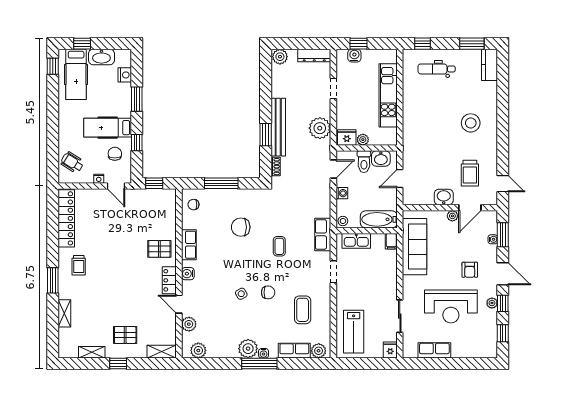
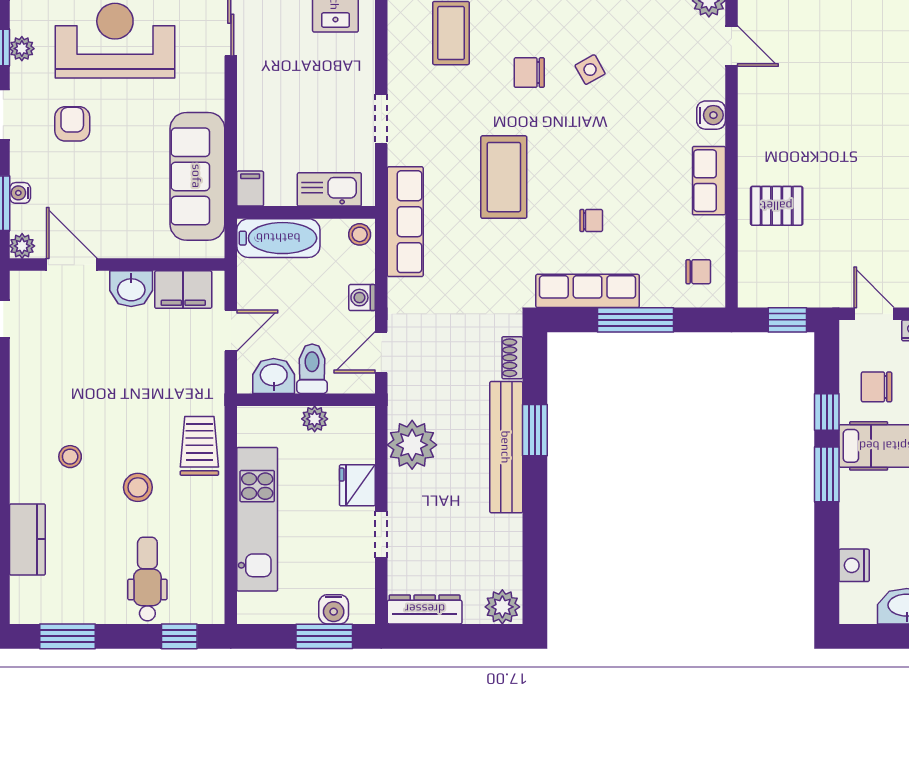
window: (359, 44) -> (324, 636), width x1.50
kitchen counter: (490, 65) -> (27, 539), moved
dental chair: (437, 69) -> (147, 579), turned -90
window: (137, 99) -> (827, 474), moved
stool: (441, 109) -> (138, 487), added
stool: (471, 123) -> (70, 457), width x0.53, depth x0.53
fridge: (347, 137) -> (357, 485), moved, turned 90
chair: (115, 154) -> (877, 387), turned 90
trolley: (470, 173) -> (199, 446), moved
row of seats: (242, 196) -> (588, 291), added
filing cabinet: (421, 197) -> (183, 290), added
door: (470, 208) -> (72, 265), hinge flipped
plant: (452, 216) -> (22, 246), moved
chair: (241, 227) -> (591, 221), width x0.54, depth x0.54
row of seats: (323, 234) -> (405, 222), width x1.48
coffee table: (279, 246) -> (504, 177), width x1.86, depth x1.72
pallet: (159, 249) -> (777, 206), moved
locker: (169, 280) -> (753, 100), removed

